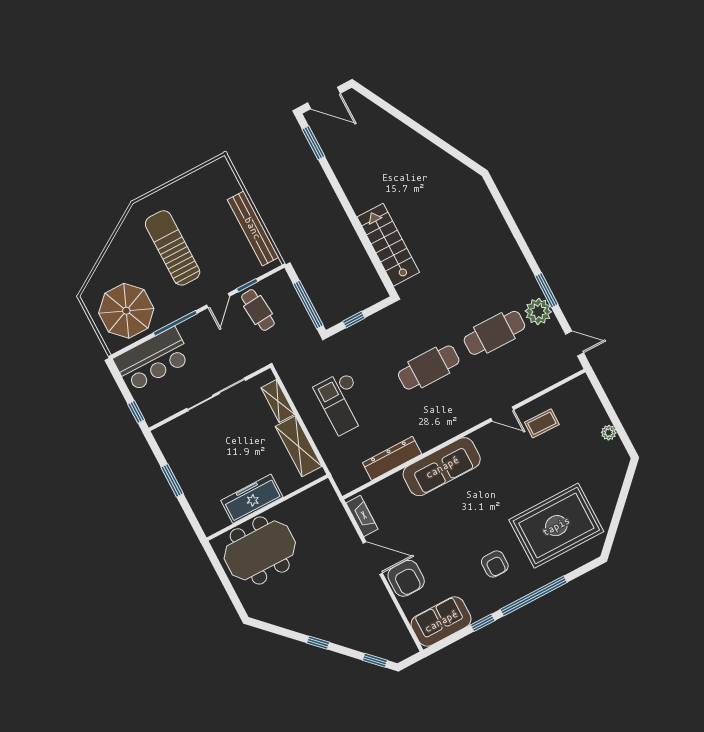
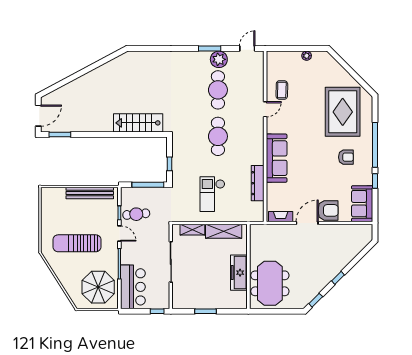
checkout: (343, 403) -> (212, 194), turned 90
window: (375, 660) -> (316, 300), moved

